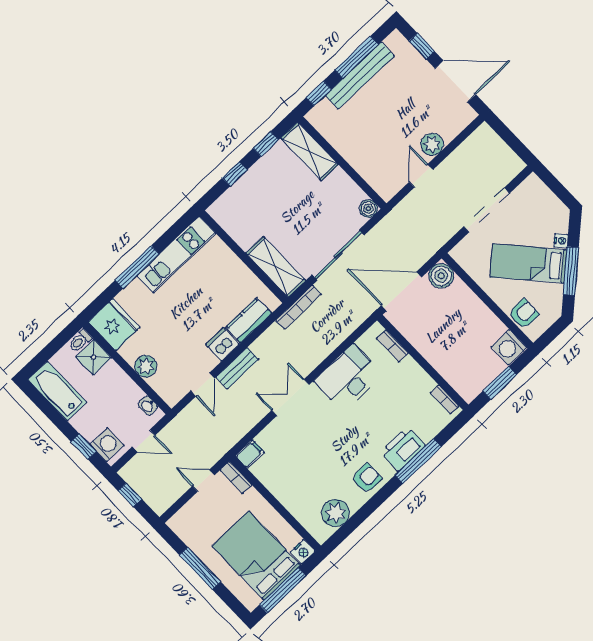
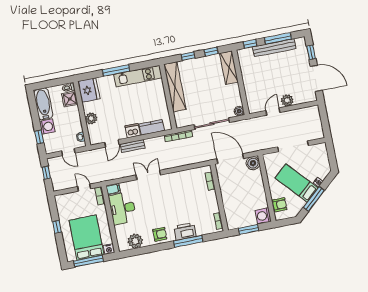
shelving: (276, 267) -> (175, 87), moved, width x1.47
desk: (348, 378) -> (122, 208), moved, turned -90
washing machine: (107, 445) -> (47, 127), moved
window: (200, 568) -> (57, 227), width x0.46

